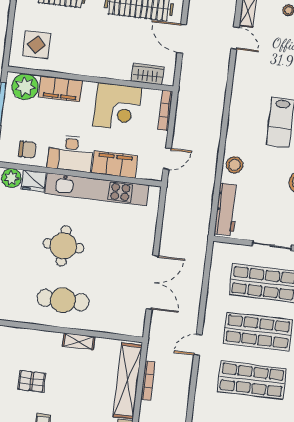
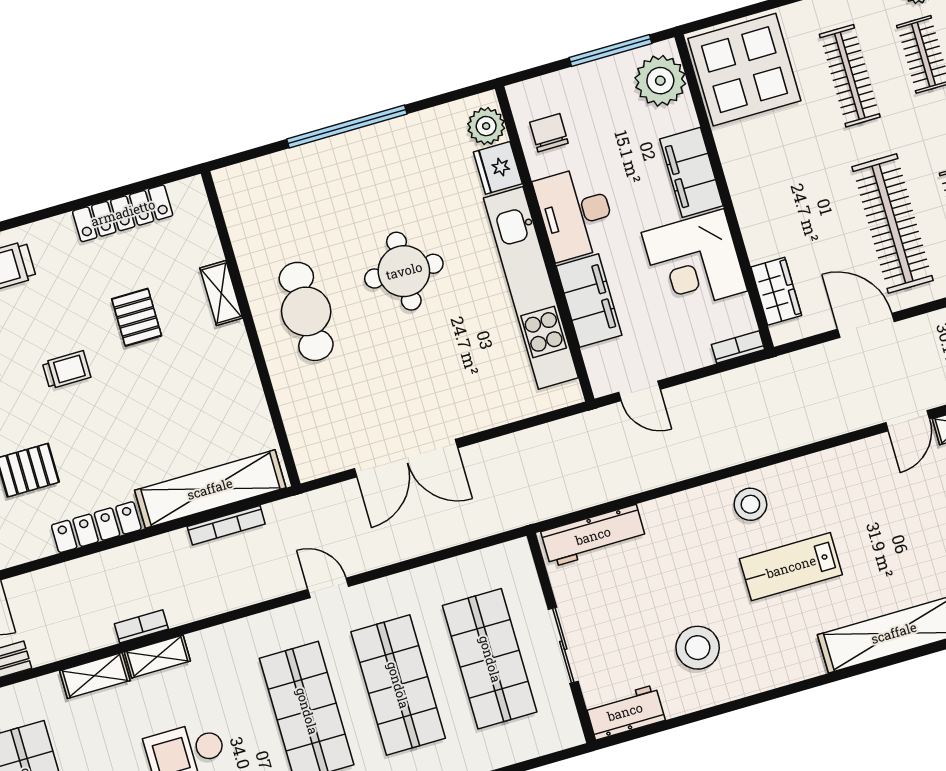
door: (182, 39) -> (866, 325), hinge flipped
display table: (37, 45) -> (744, 70), width x1.86, depth x1.86
filing cabinet: (60, 89) -> (691, 172), moved
bookcase: (165, 110) -> (738, 347), width x0.64
chair: (27, 150) -> (549, 133), turned 180
stool: (235, 165) -> (750, 504), moved
shelving: (79, 341) -> (221, 293), moved

